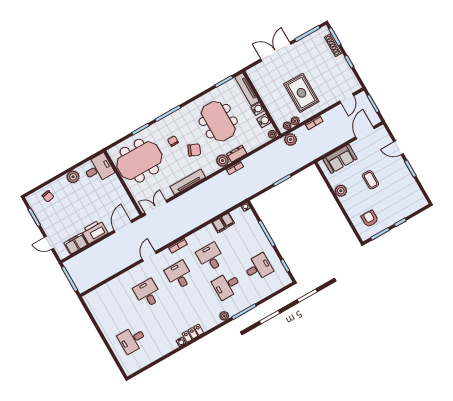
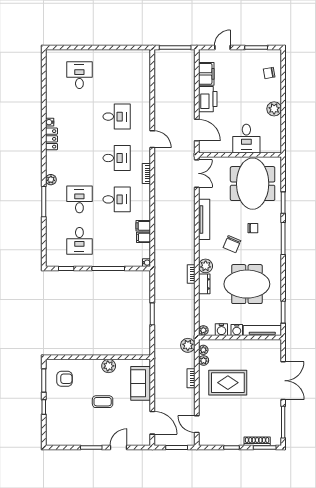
desk: (98, 169) -> (246, 139), moved

